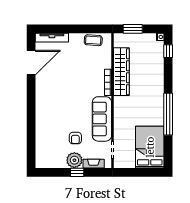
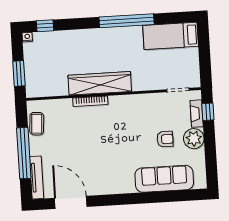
window: (71, 29) -> (24, 153), added
wardrobe: (121, 72) -> (100, 83), moved
sofa: (102, 119) -> (164, 179), moved, turned 180
bed: (150, 147) -> (171, 36), width x0.67
window: (77, 172) -> (208, 112), moved

